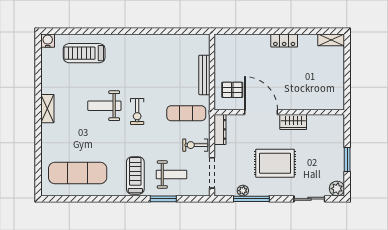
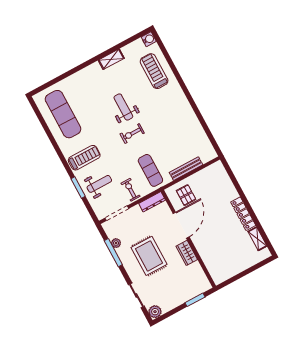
shelving: (331, 40) -> (257, 239), moved
locker: (284, 41) -> (243, 214), width x1.53
shelving: (47, 109) -> (111, 59), moved
window: (347, 159) -> (195, 300), moved
weight bench: (171, 174) -> (99, 184), turned -90

